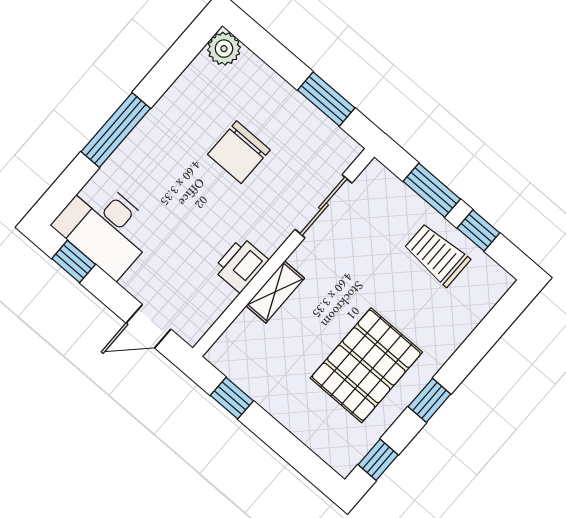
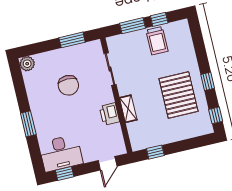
window: (116, 130) -> (28, 124), width x0.69
trolley: (437, 255) -> (157, 41), turned -90

